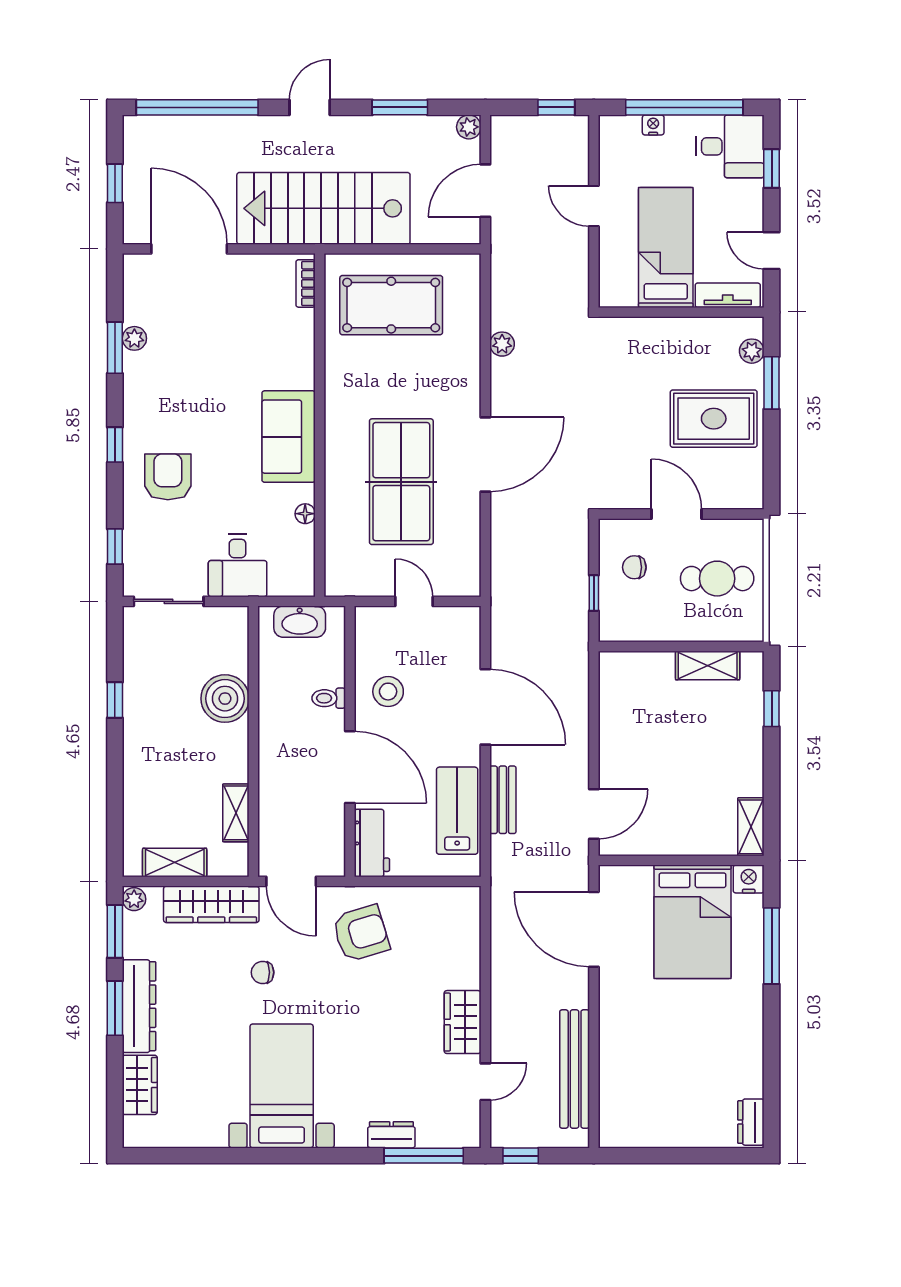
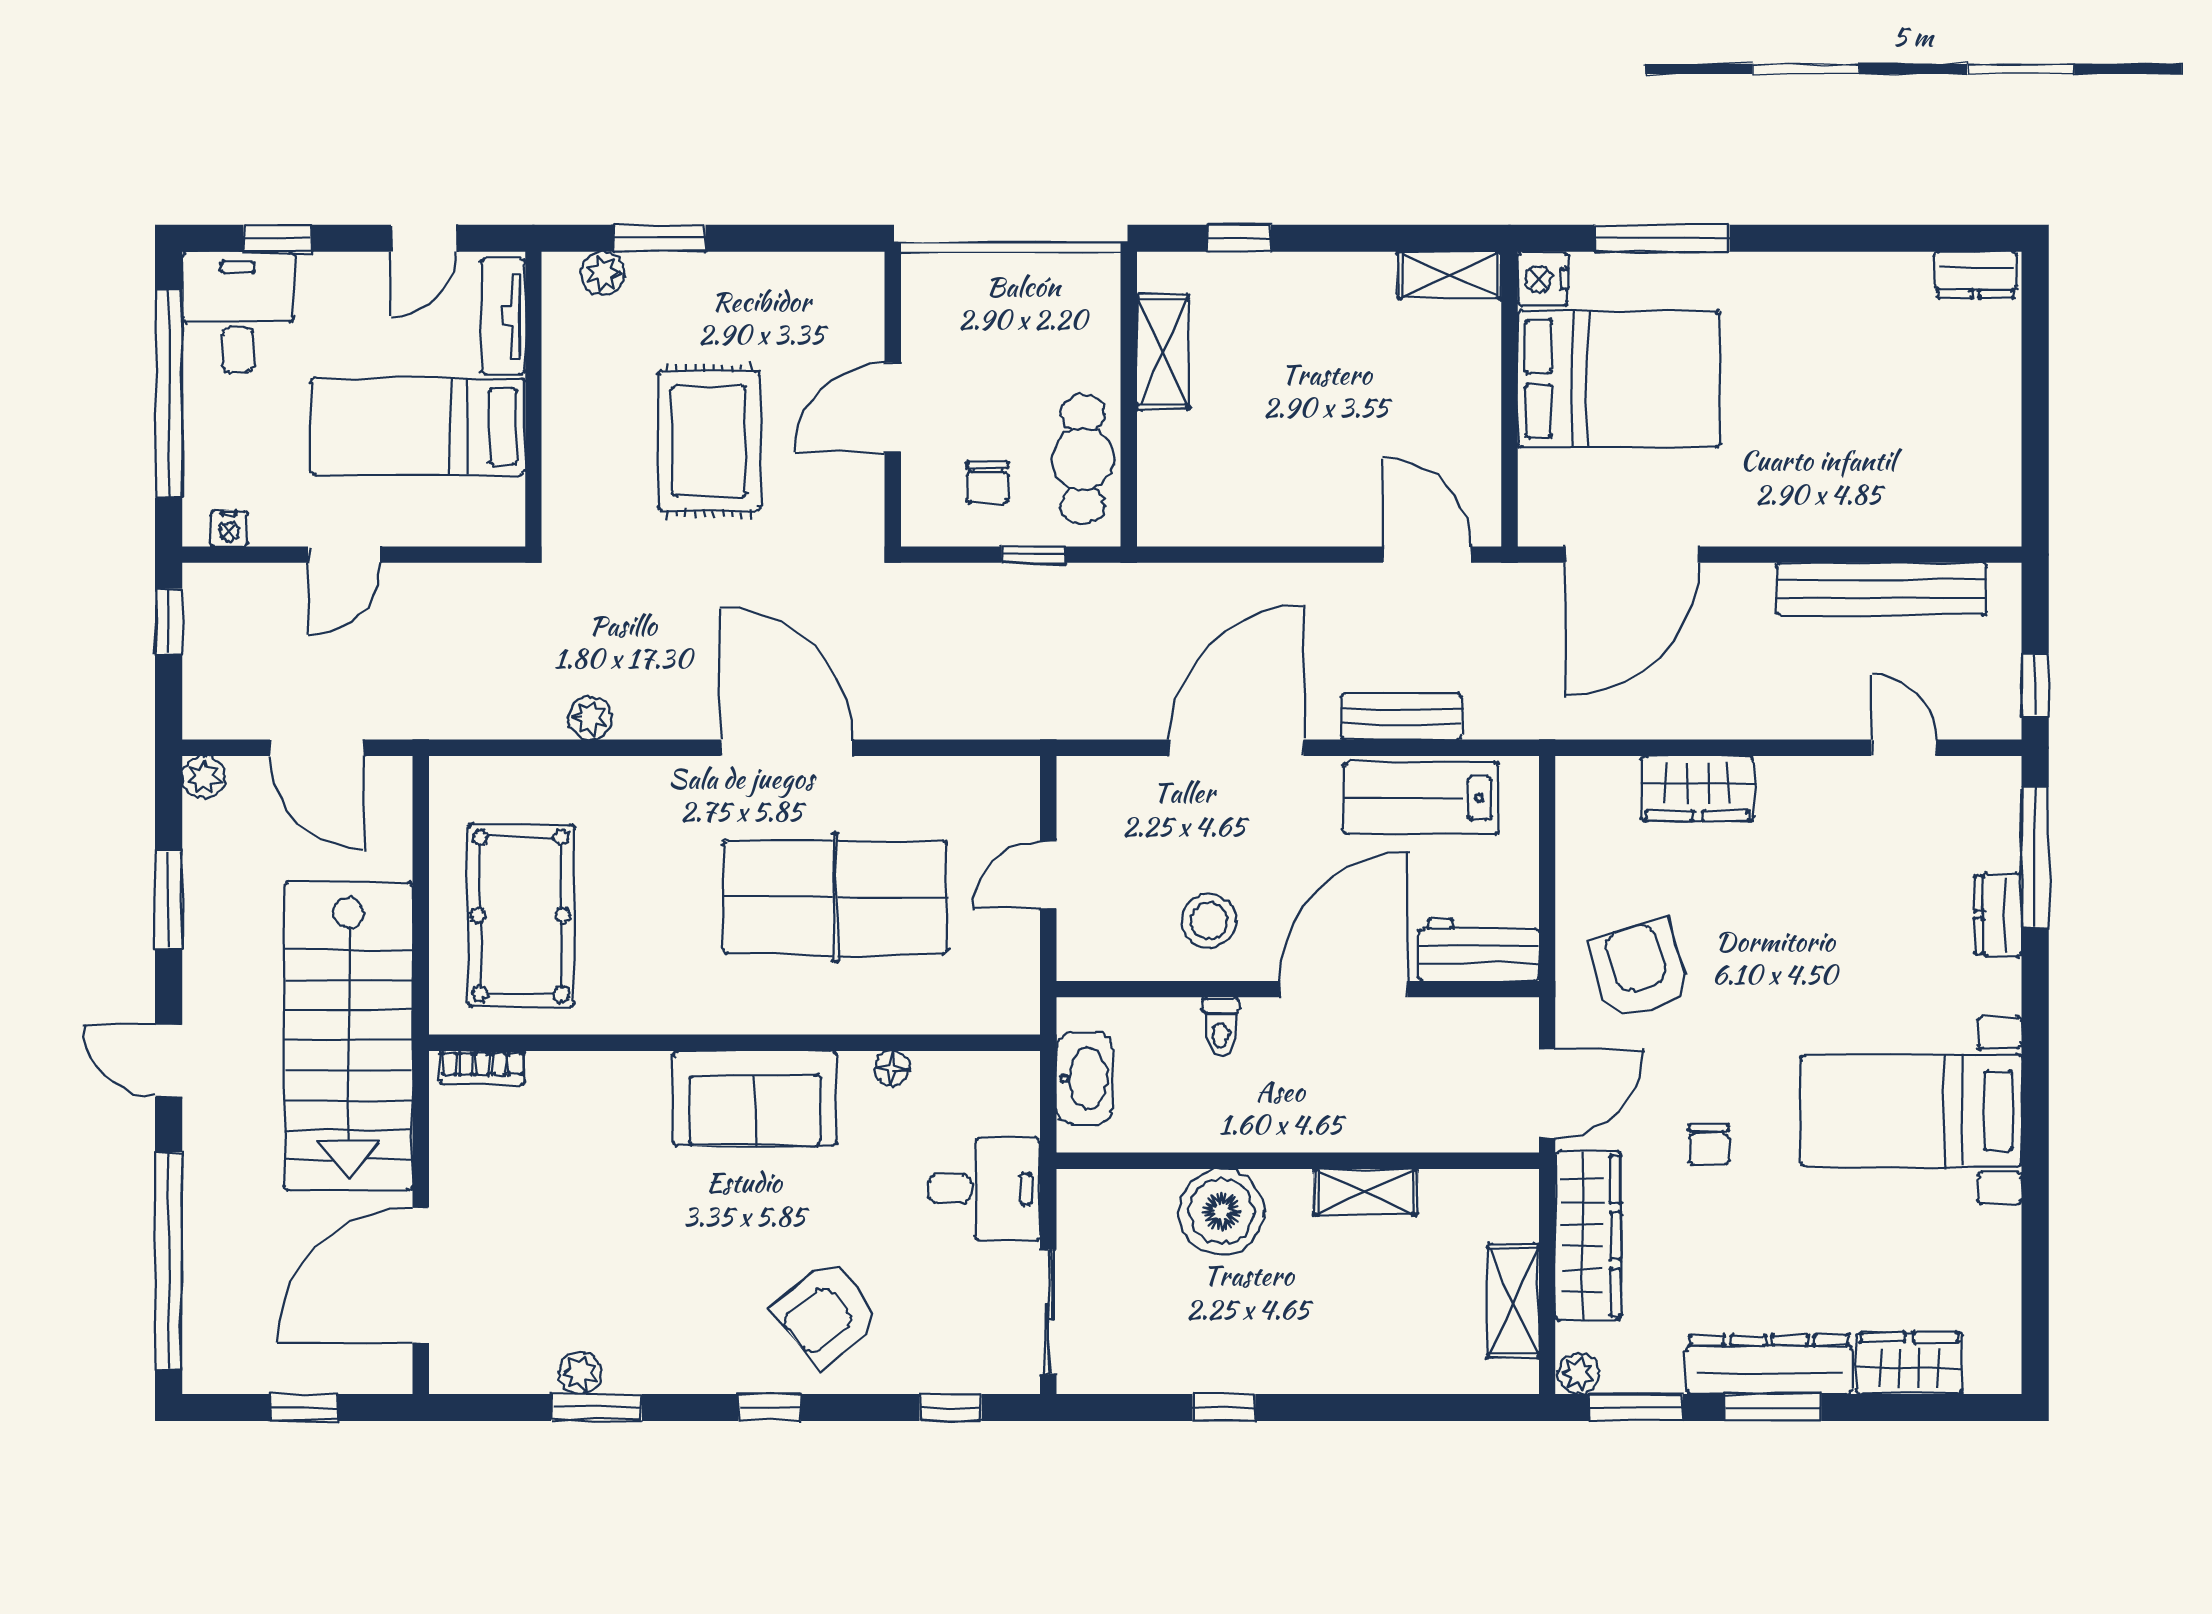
nightstand: (653, 125) -> (229, 529), moved, turned -90
rug: (714, 419) -> (709, 441), moved
armchair: (168, 477) -> (827, 1313), turned -39
cafe table: (717, 579) -> (1083, 459), moved
shelving: (236, 813) -> (1366, 1192), moved
wardrobe: (463, 1022) -> (1698, 788), moved

